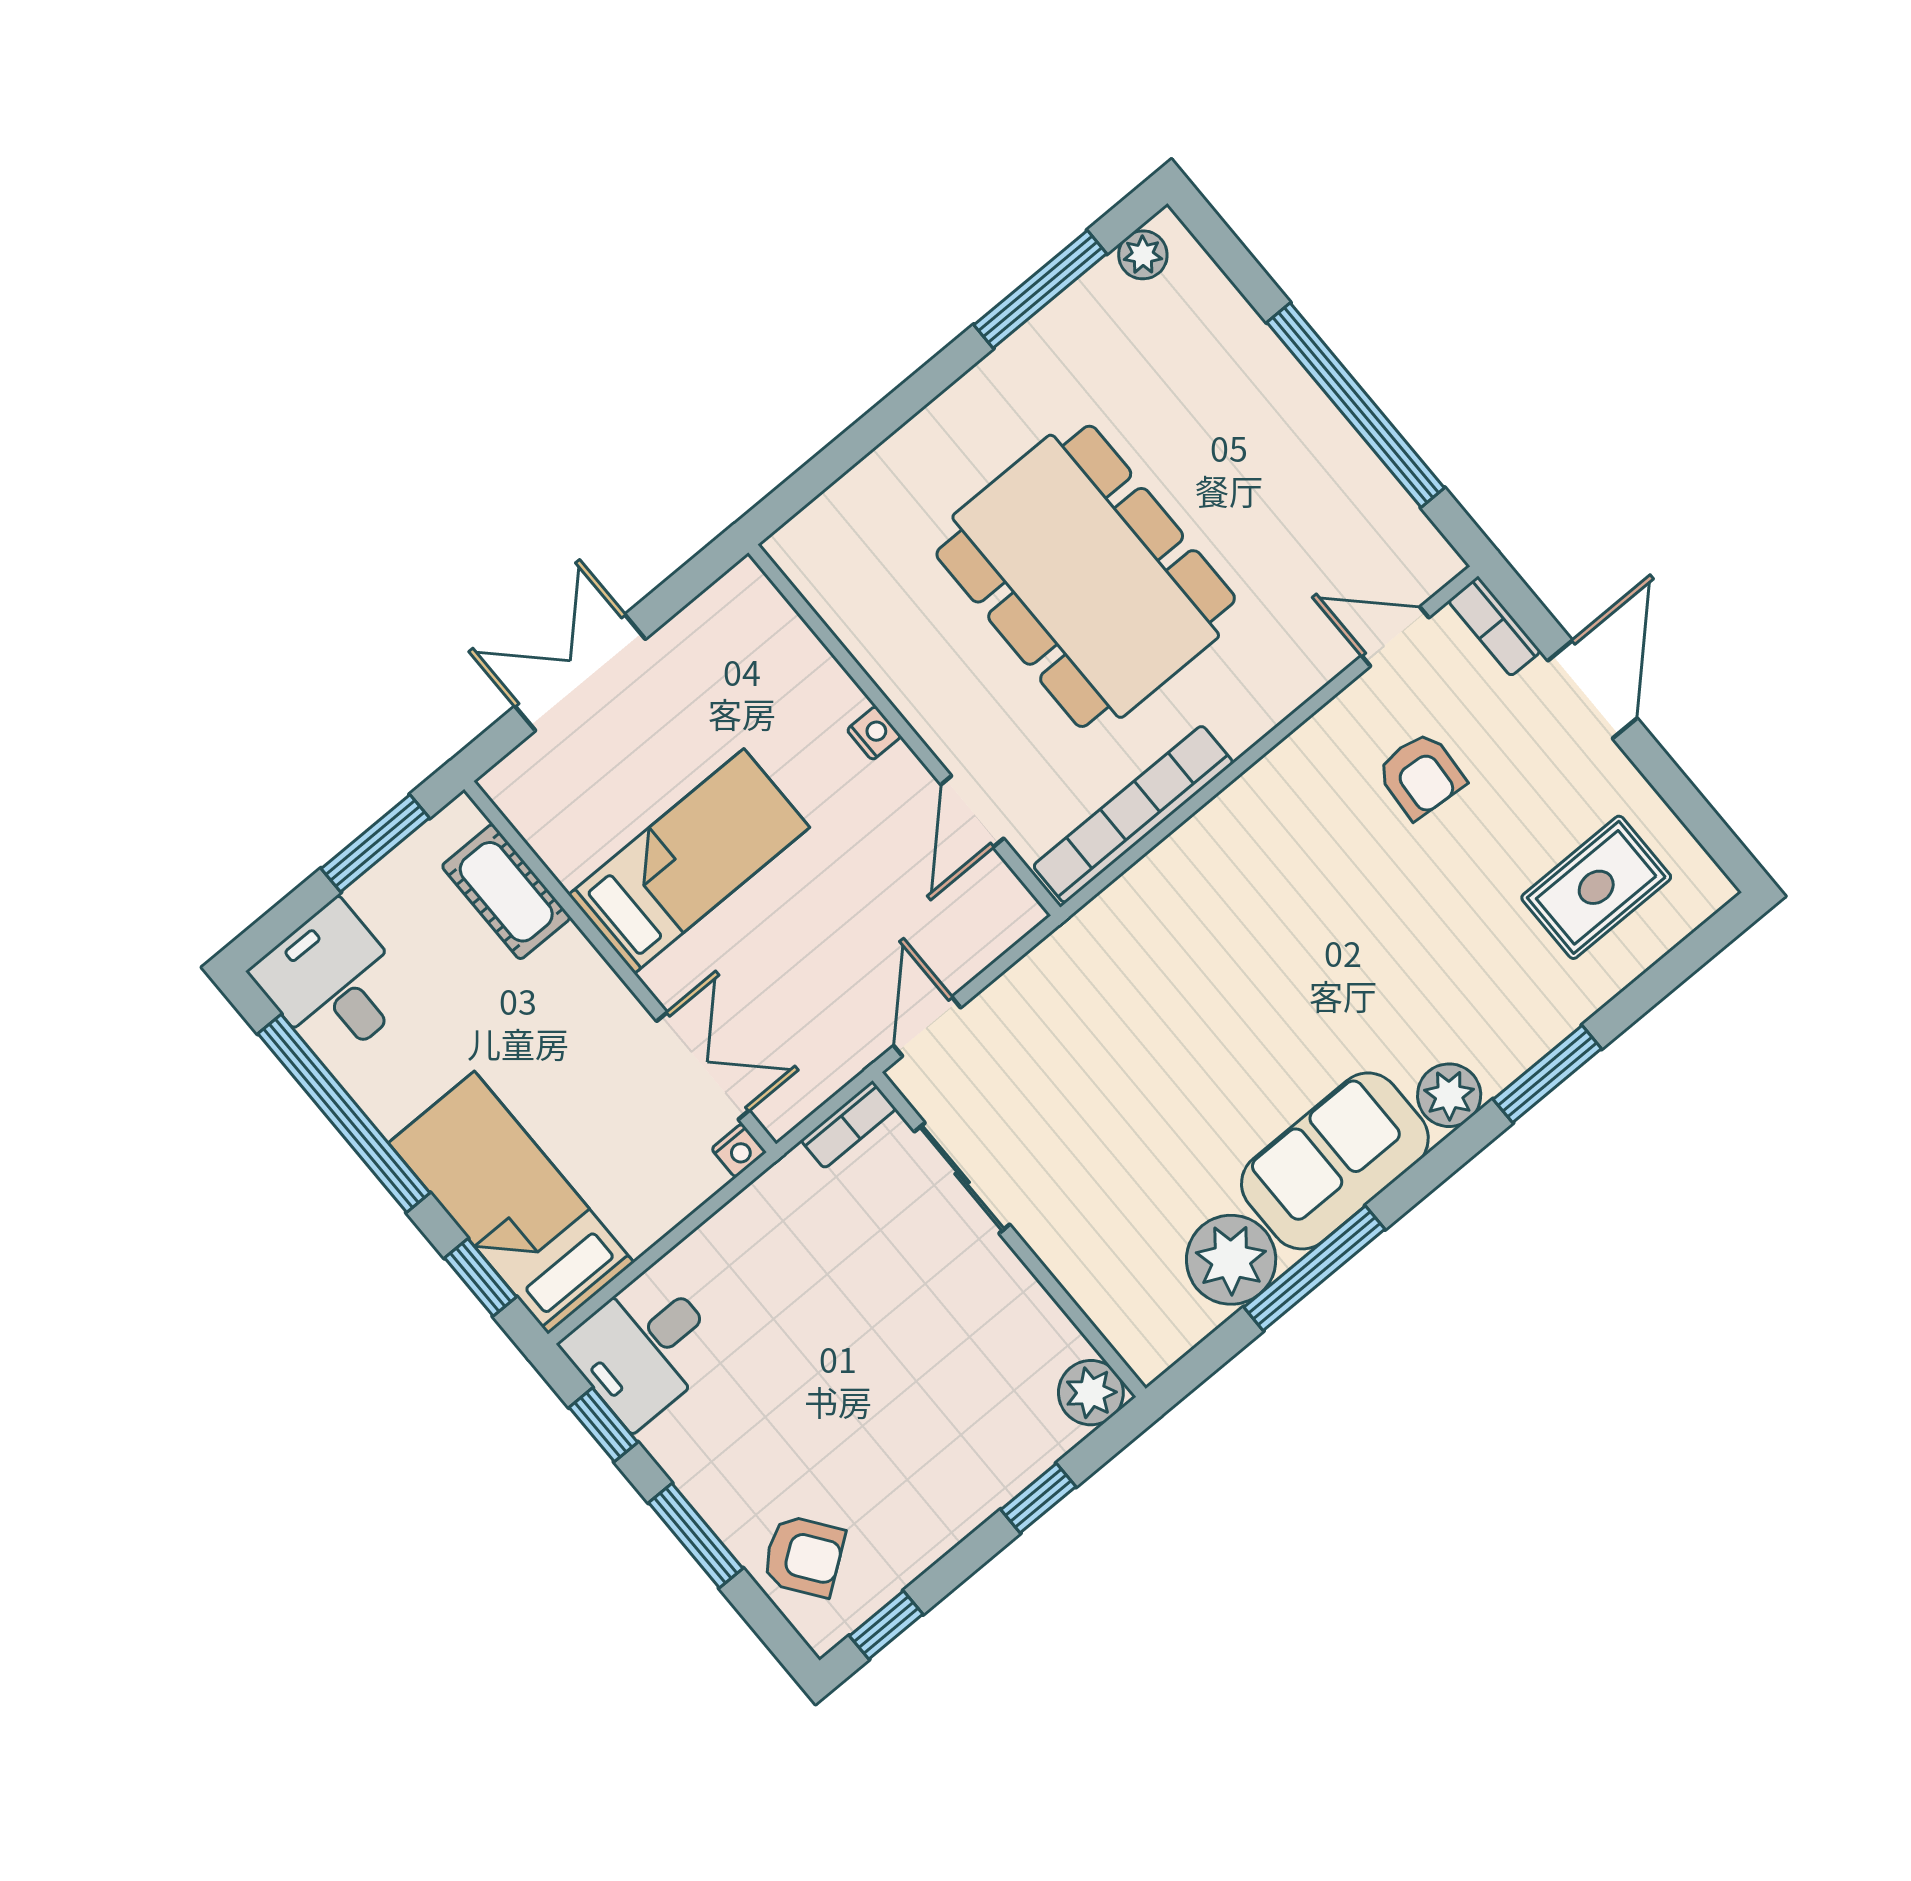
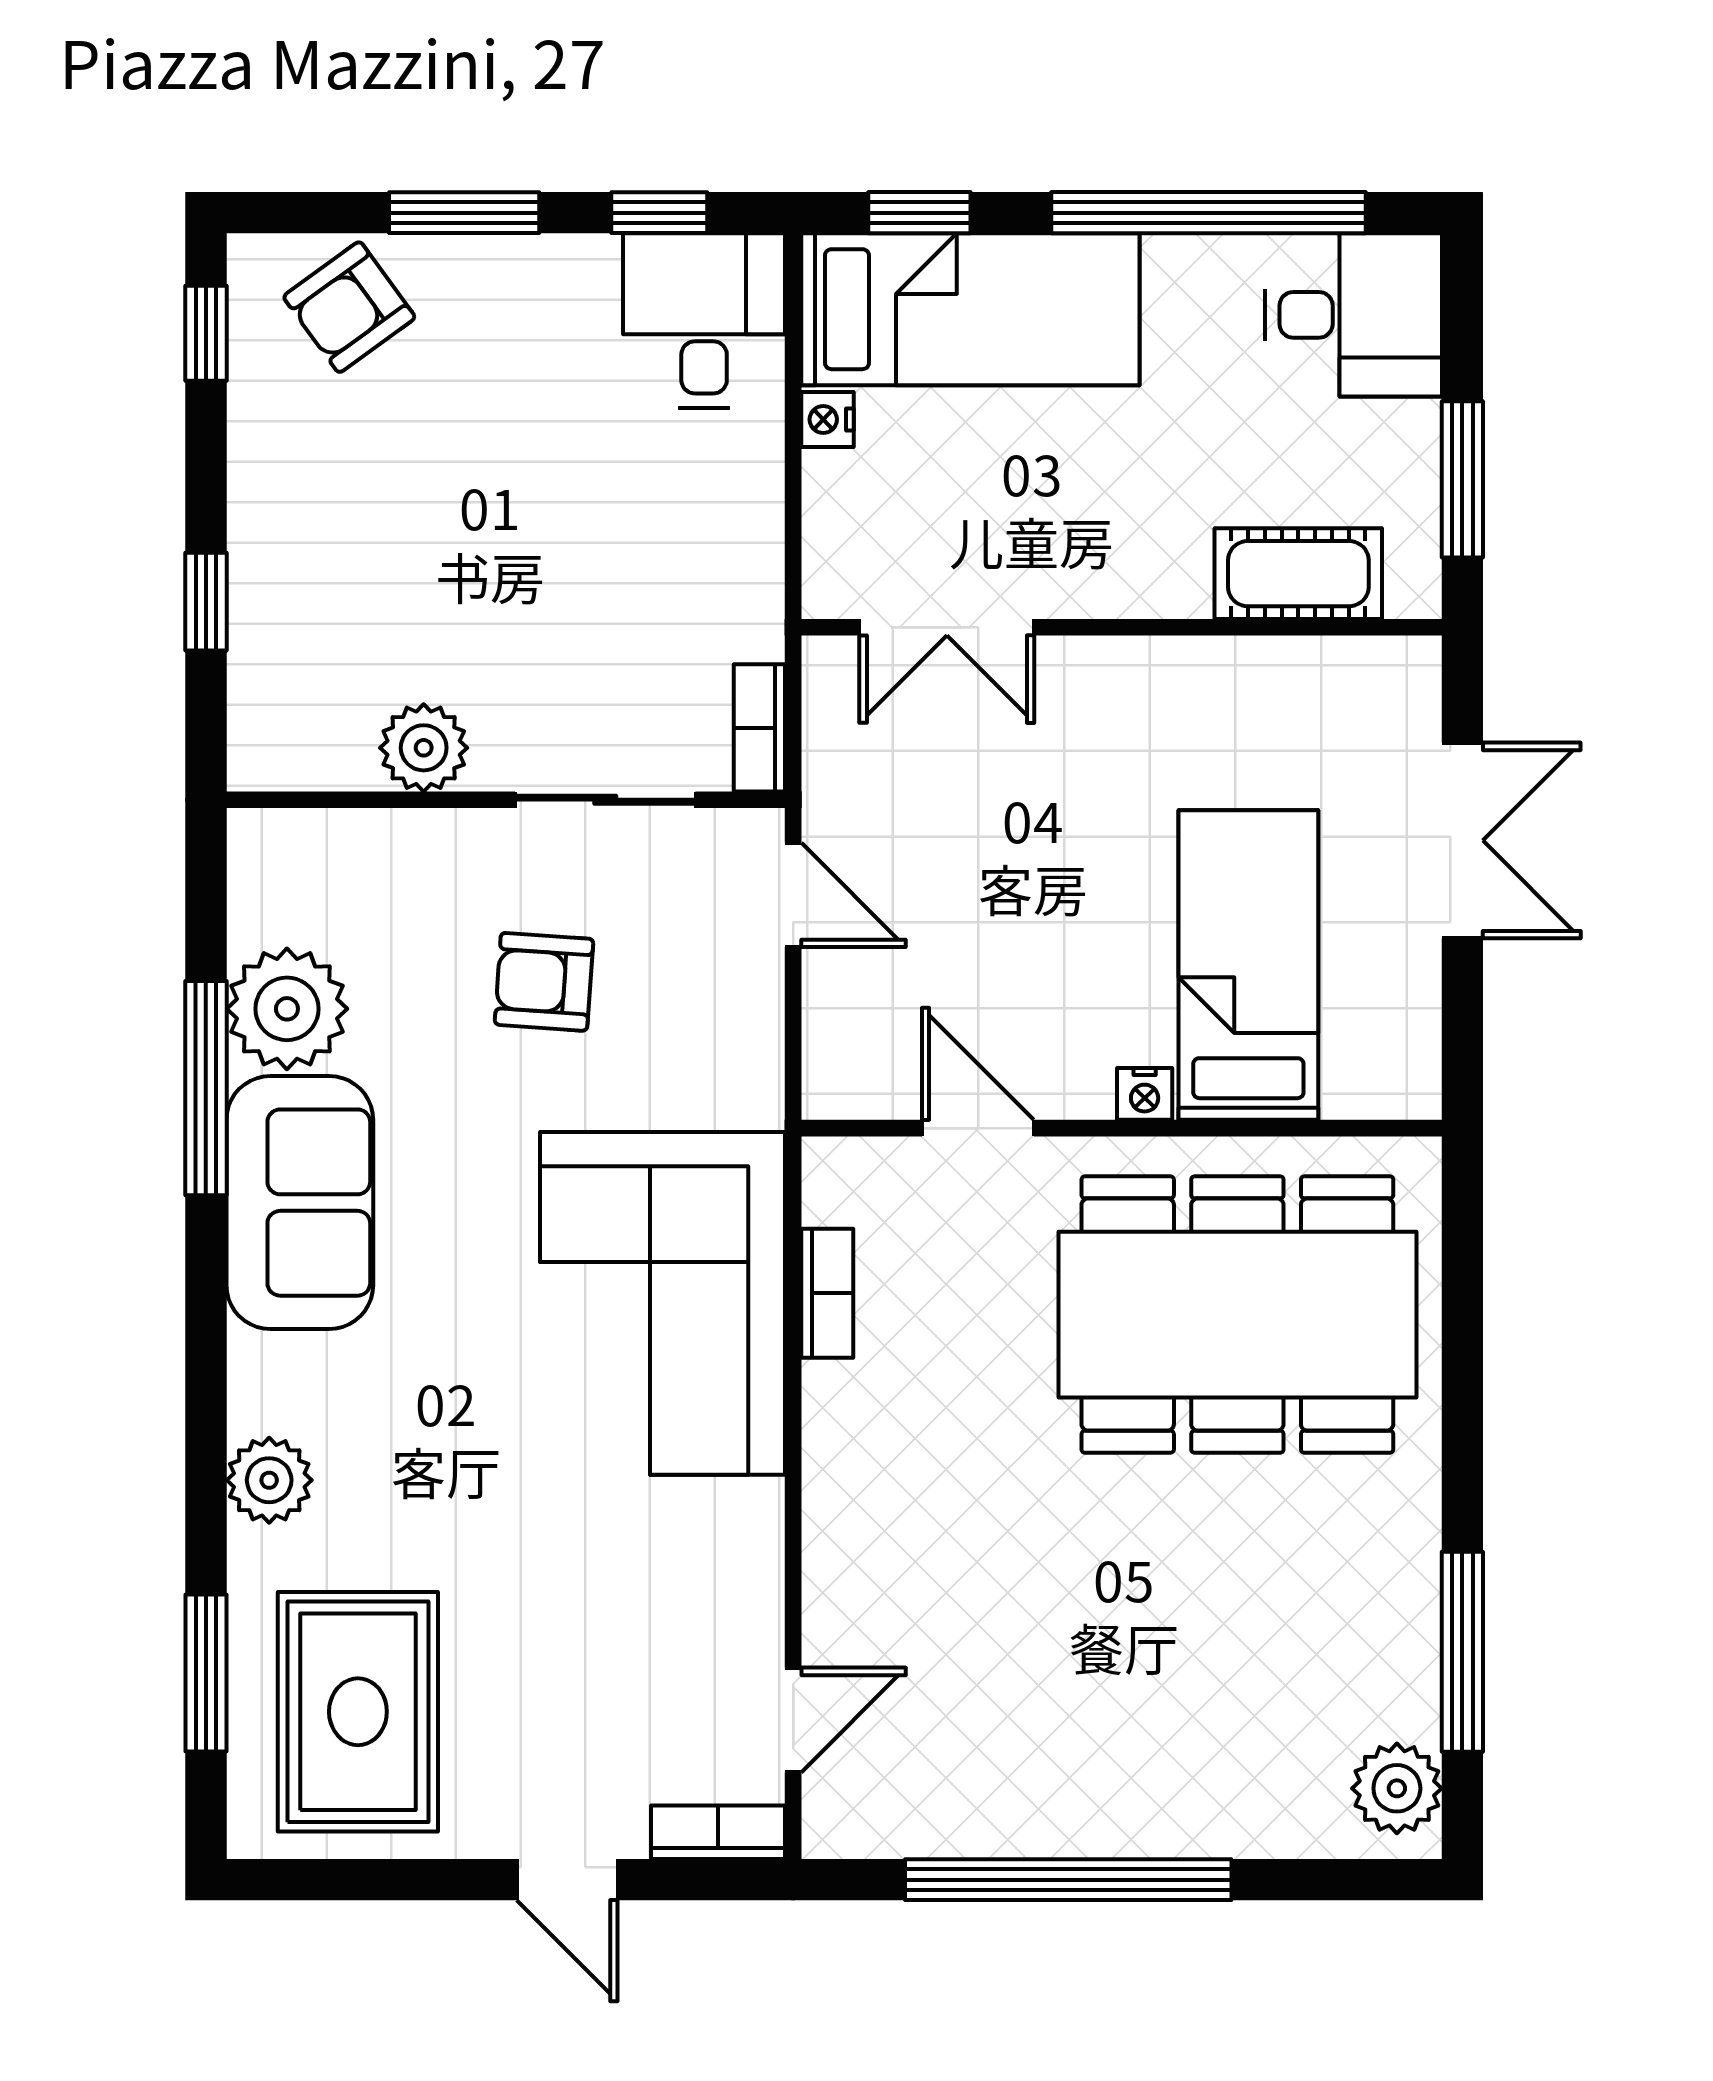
plant: (1143, 255) -> (1397, 1788), width x1.38, depth x1.38
dining table: (1086, 576) -> (1237, 1315), moved
door: (1593, 689) -> (567, 1880), width x0.73
armchair: (1421, 775) -> (544, 982), moved
bookcase: (1133, 814) -> (827, 1293), width x0.43, depth x0.76
bed: (689, 861) -> (1248, 965), moved, turned 180
rug: (1596, 887) -> (358, 1712), width x1.36, depth x1.43
corner sofa: (1221, 908) -> (662, 1303), added
window: (1547, 1074) -> (206, 1673), moved
plant: (1449, 1095) -> (269, 1480), moved
nightstand: (739, 1150) -> (827, 419), moved
plant: (1091, 1393) -> (424, 748), moved

